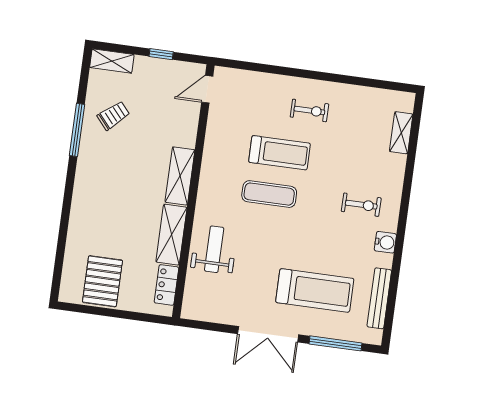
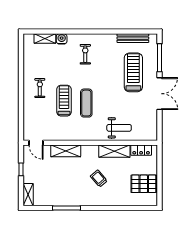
trolley: (113, 115) -> (99, 179), moved
shelving: (180, 176) -> (66, 151), moved
water cooler: (385, 242) -> (62, 39), moved
weight bench: (214, 249) -> (119, 128), turned 180

